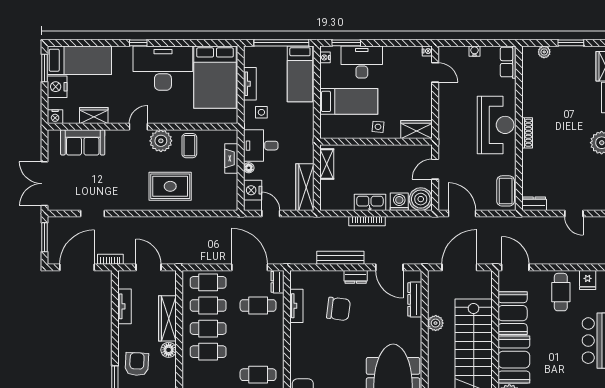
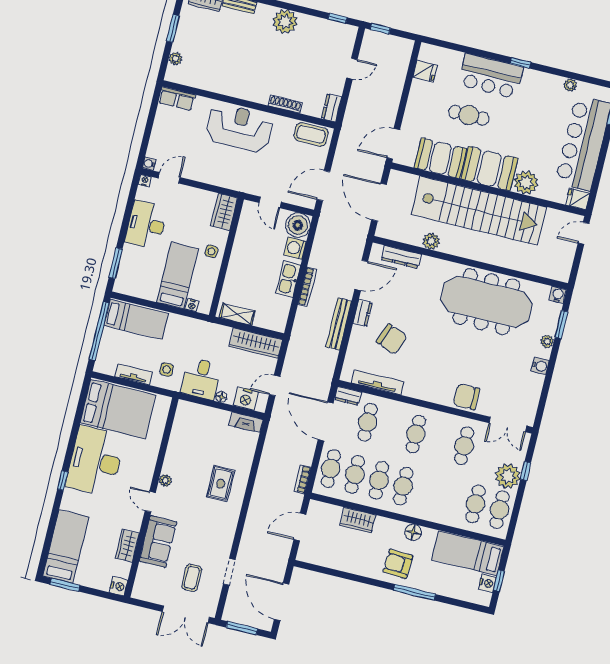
water cooler: (475, 51) -> (149, 164), moved
nightstand: (325, 57) -> (192, 305), moved
desk: (362, 62) -> (146, 225), moved
nightstand: (57, 87) -> (88, 576), removed
shoe rack: (527, 133) -> (285, 104), moved
plant: (161, 141) -> (165, 481), width x0.53, depth x0.53
sofa: (83, 142) -> (158, 542), moved
coffee table: (189, 146) -> (192, 578), moved, turned 90
fireplace: (231, 158) -> (246, 422), moved
rug: (170, 186) -> (221, 484), width x0.73, depth x0.70
bookcase: (110, 259) -> (303, 479), moved
door: (250, 267) -> (326, 421), hinge flipped
cafe table: (561, 292) -> (469, 115), moved
tv unit: (124, 306) -> (334, 562), removed
tv unit: (296, 306) -> (378, 382), width x1.41
chair: (338, 309) -> (392, 339), turned 104
wardrobe: (167, 318) -> (358, 520), width x0.67
floor lamp: (169, 350) -> (413, 532), moved
cafe table: (258, 375) -> (416, 434), moved

